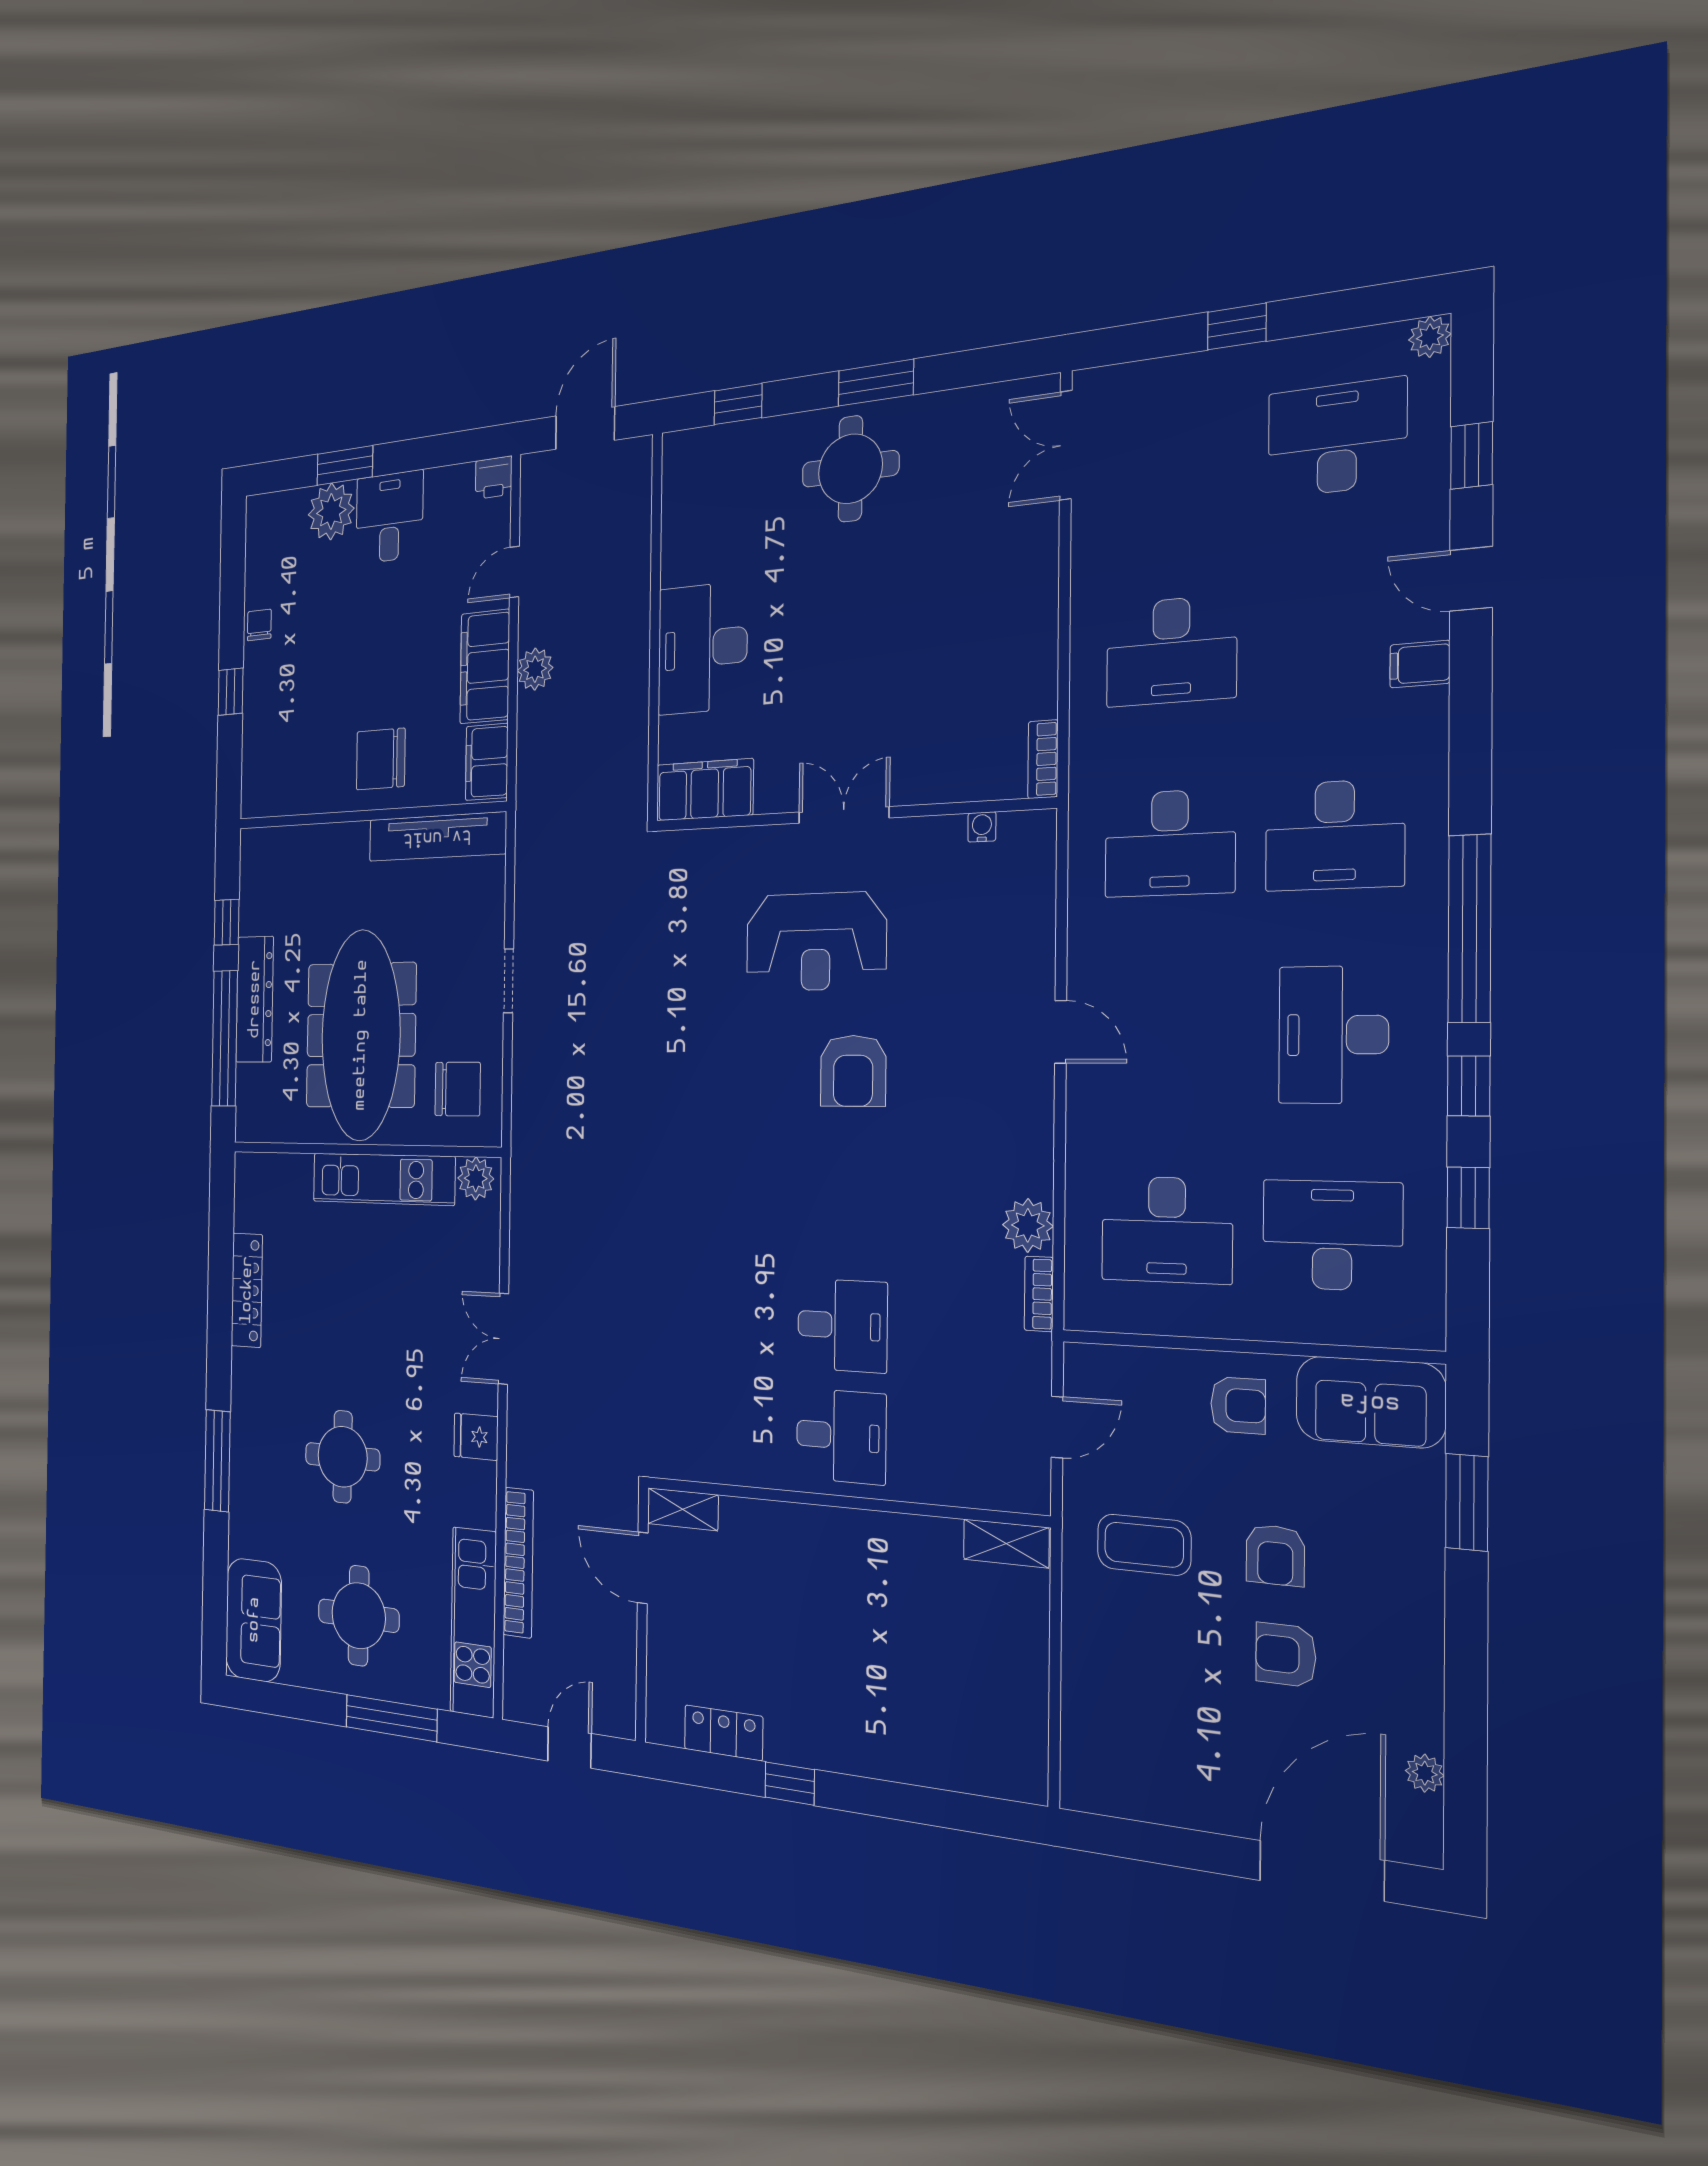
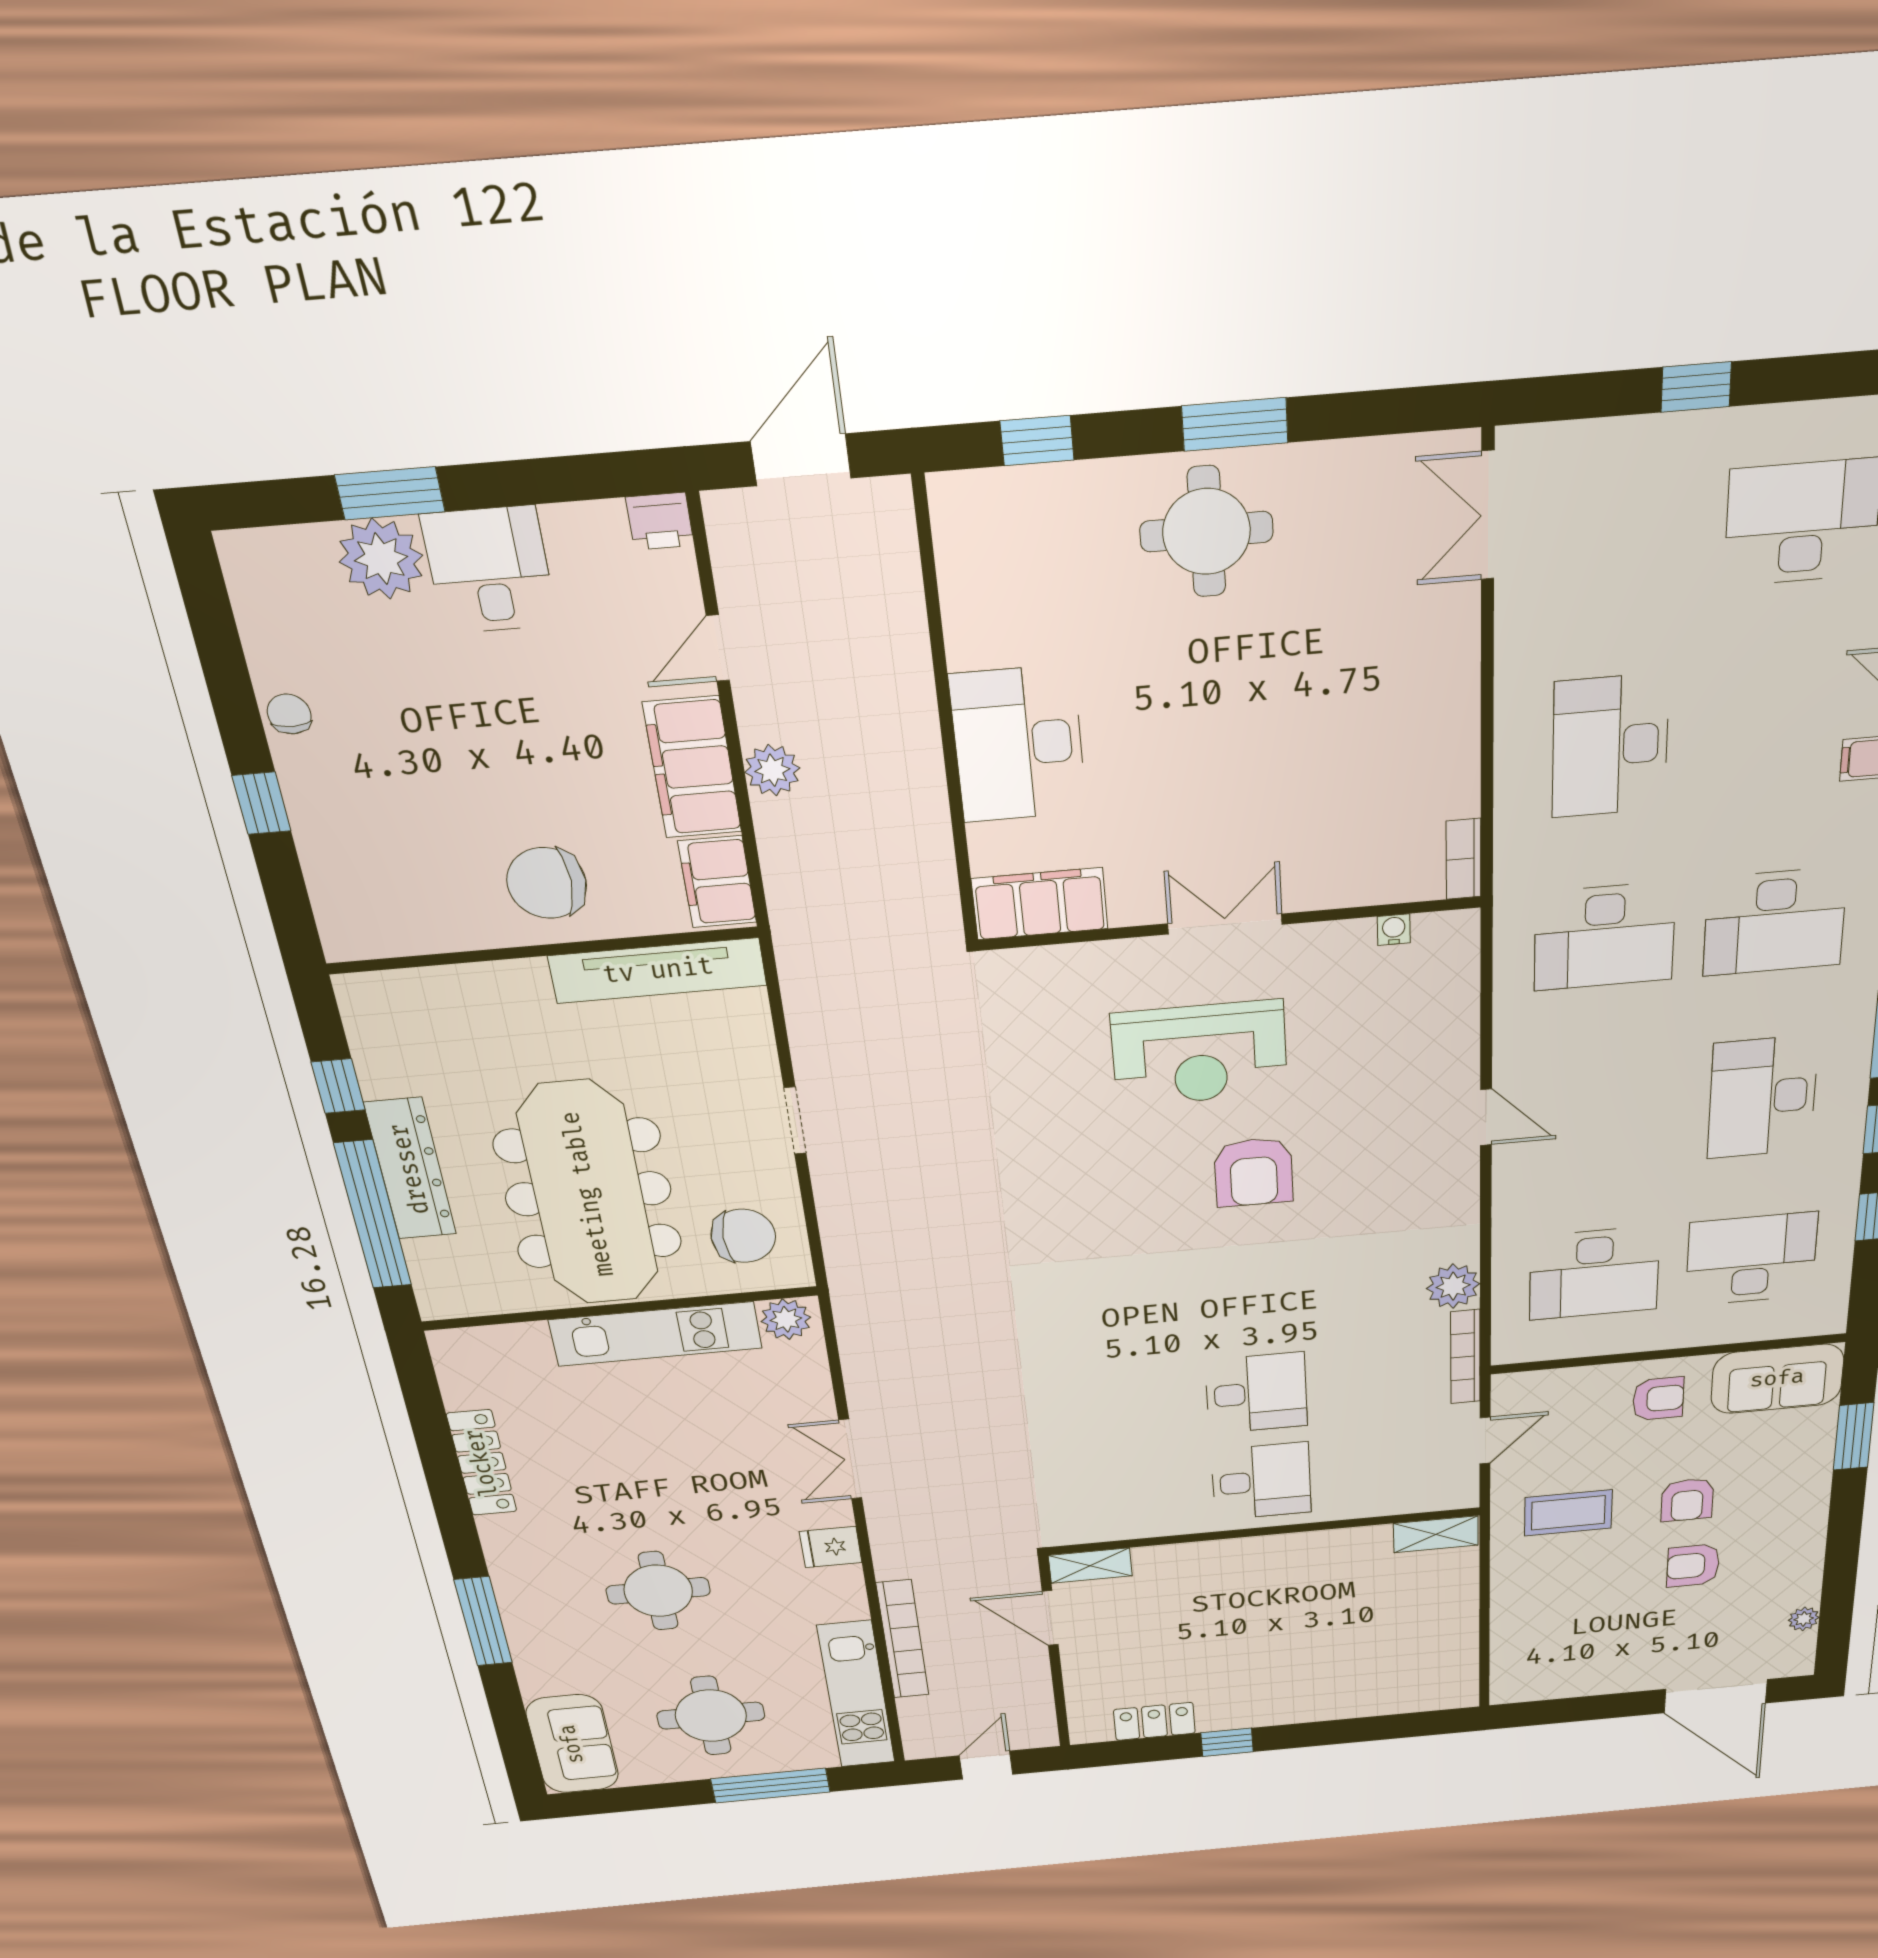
desk: (1171, 651) -> (1610, 746), turned 90
bookcase: (1039, 1294) -> (1465, 1357), width x1.56
door: (1322, 1871) -> (1716, 1696), swing flipped

